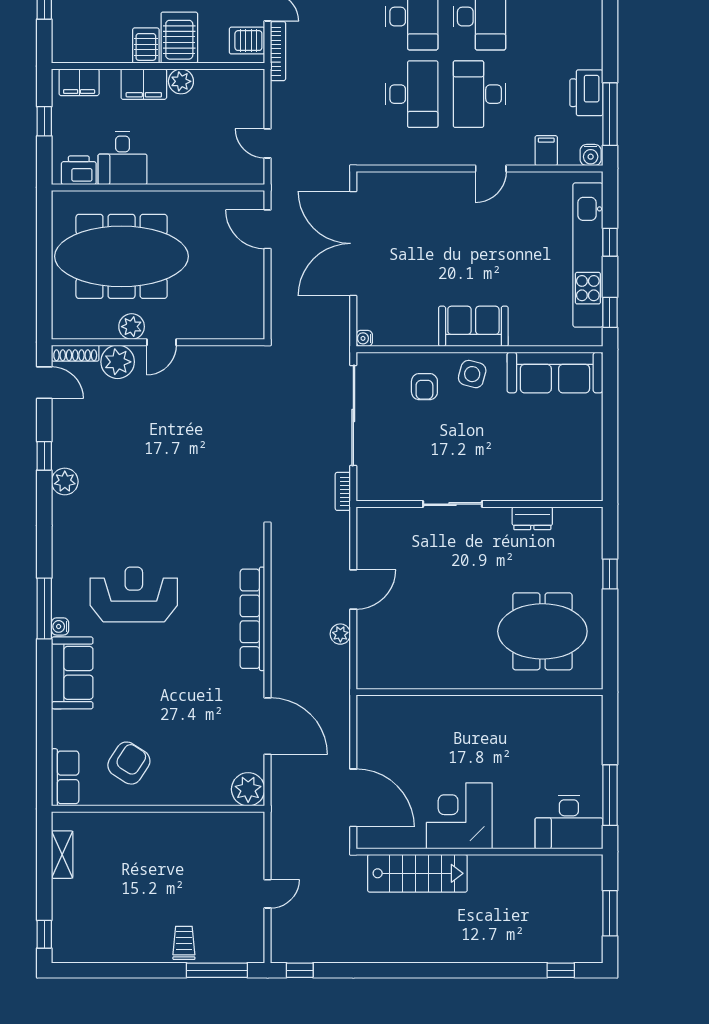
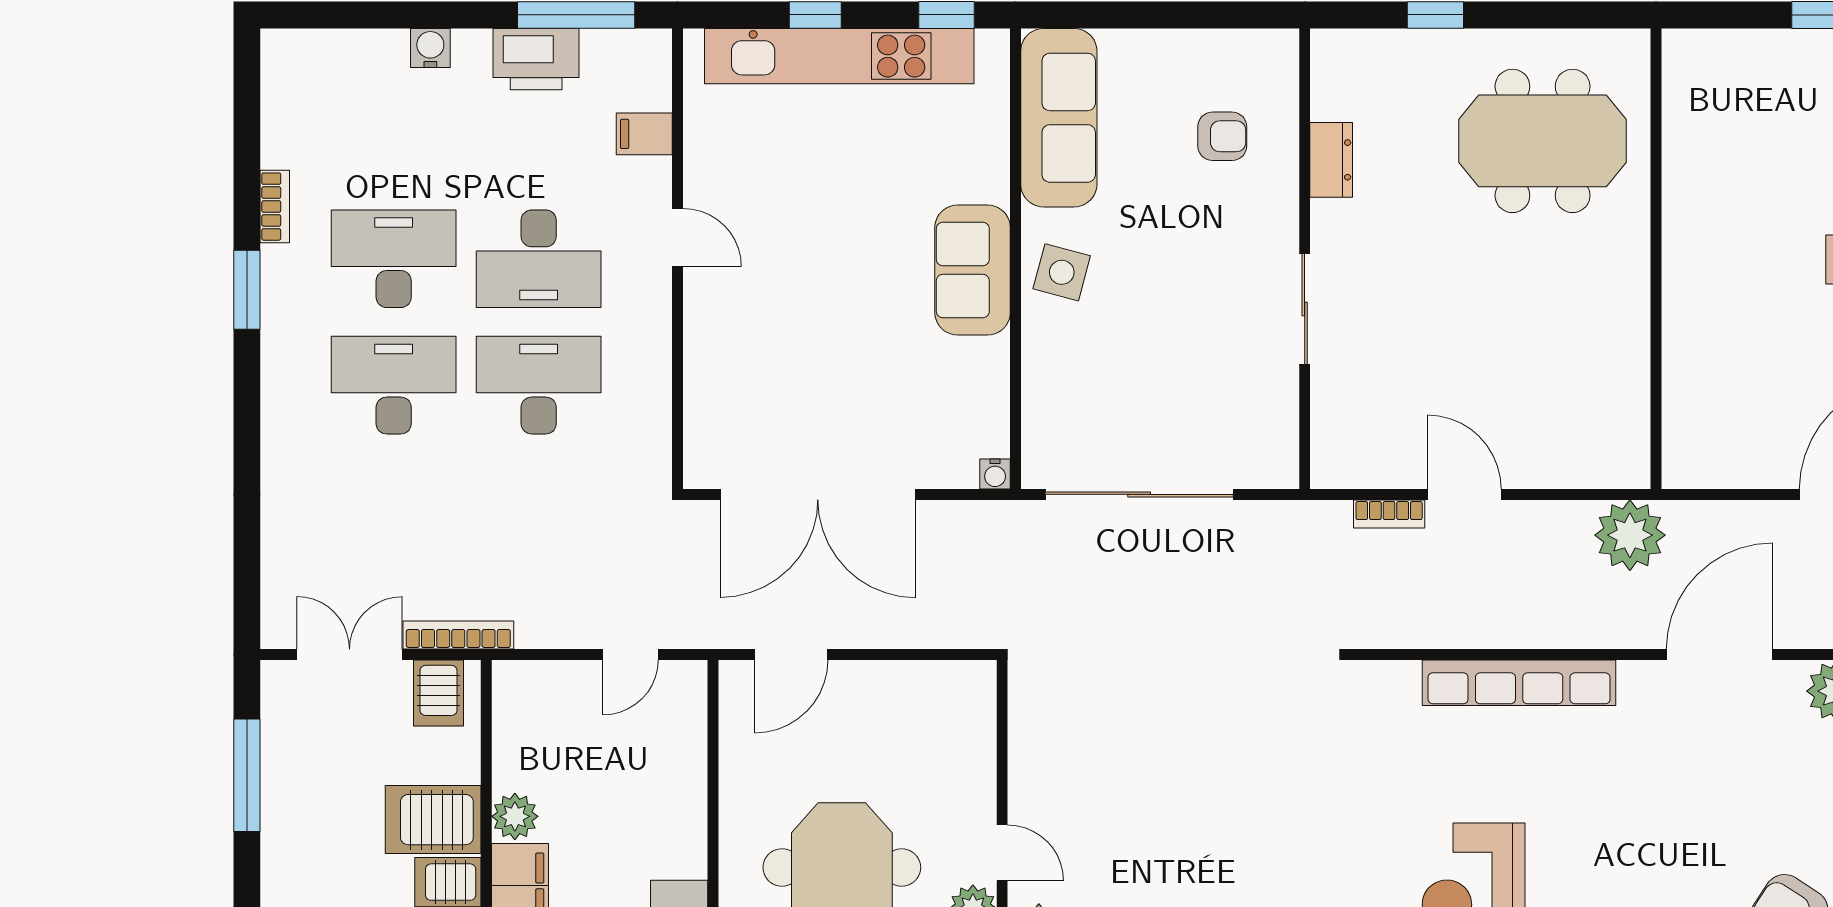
water cooler: (591, 155) -> (430, 48), moved, turned -90
armchair: (424, 387) -> (1222, 136), moved
bookcase: (343, 491) -> (1389, 514), moved
meeting table: (542, 631) -> (1543, 141), turned 90
plant: (340, 634) -> (1630, 535), moved, width x1.87, depth x1.87

